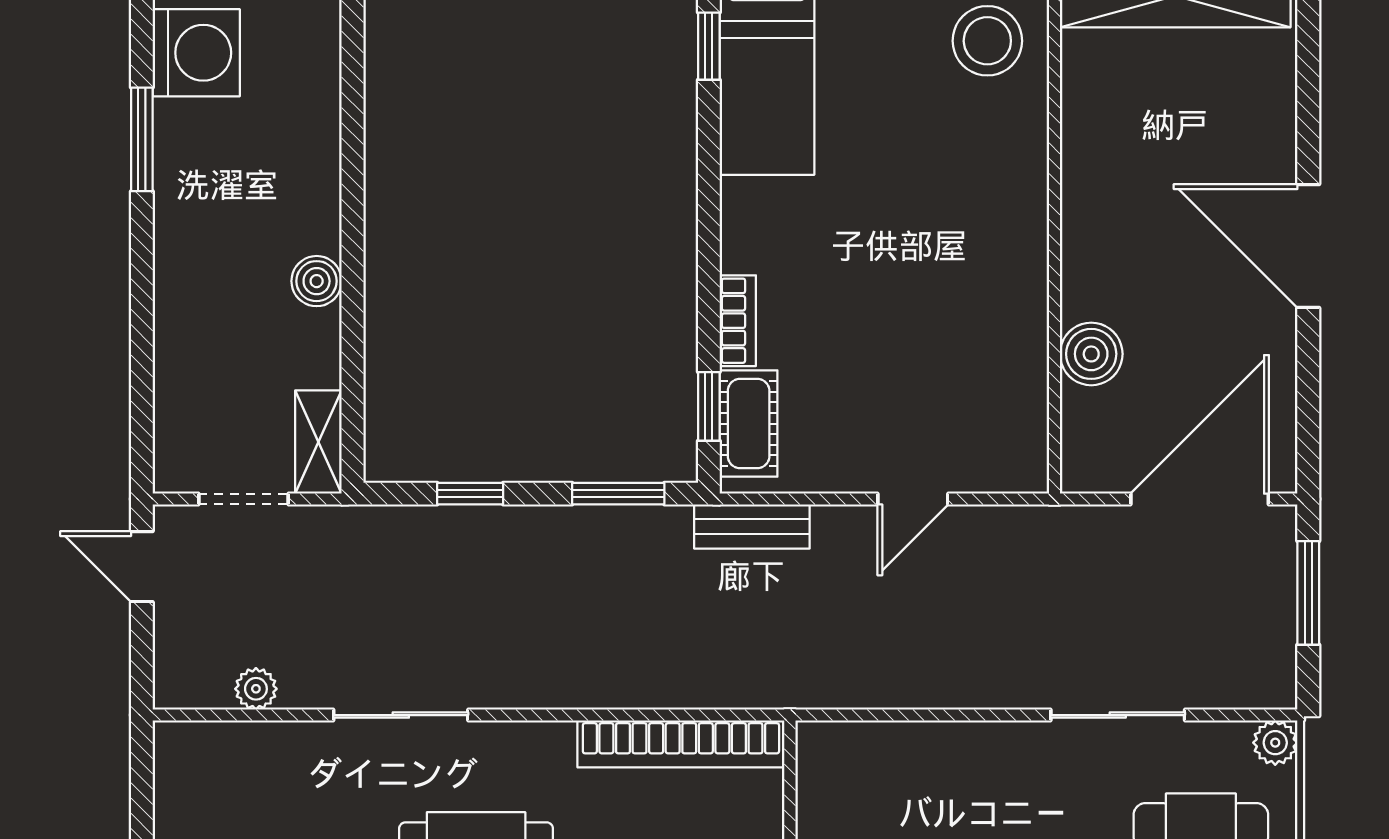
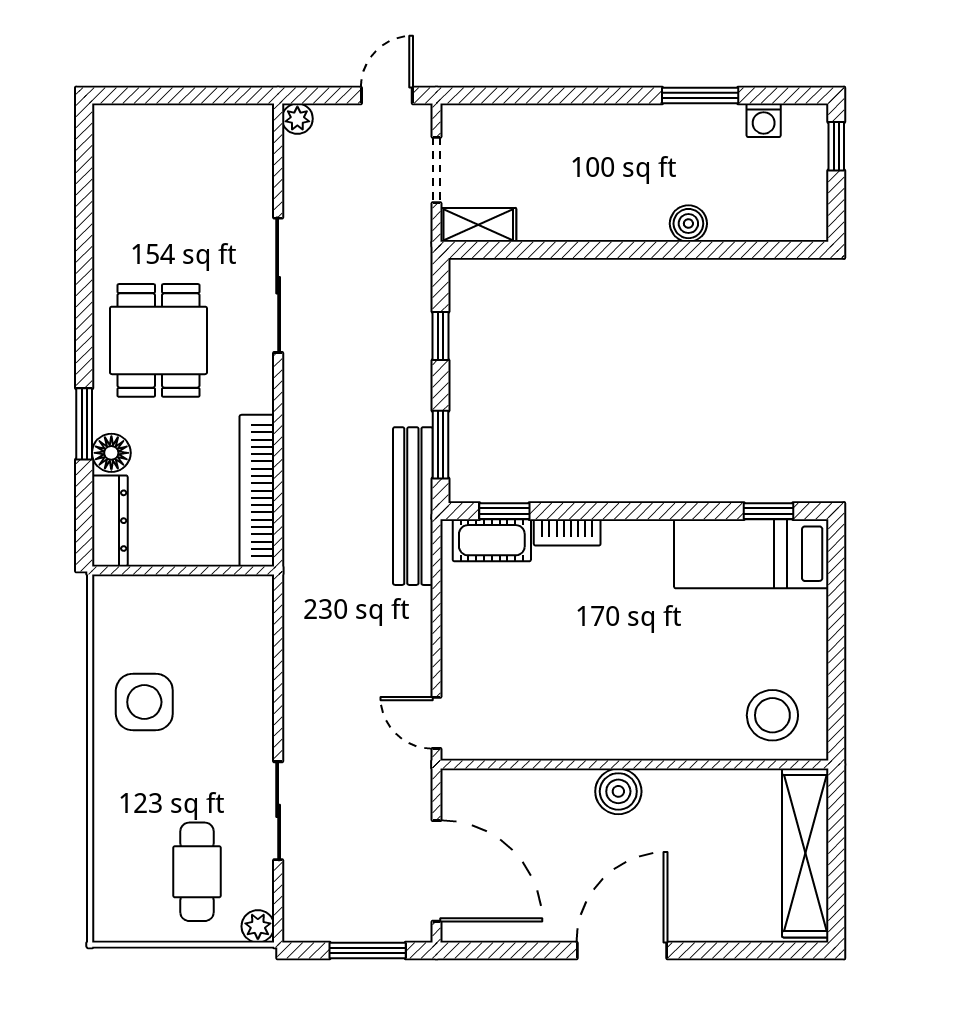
washing machine: (196, 53) -> (764, 120), width x0.53, depth x0.53
boiler: (317, 281) -> (688, 224), moved
boiler: (1091, 354) -> (618, 791), moved
door: (913, 499) -> (436, 723), moved
bench: (752, 526) -> (413, 506), width x1.86, depth x1.21
plant: (256, 689) -> (297, 119), moved
sliding door: (401, 715) -> (278, 285), width x1.37

